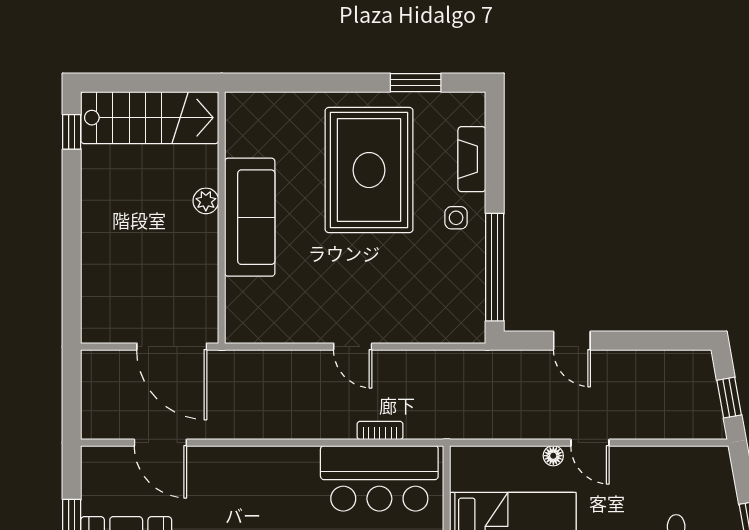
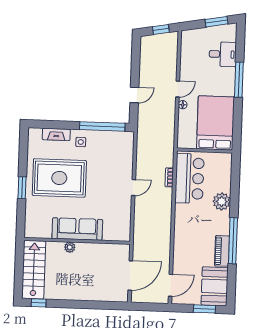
window: (416, 83) -> (22, 188), moved
door: (172, 347) -> (130, 275), moved
door: (160, 443) -> (170, 285), moved

